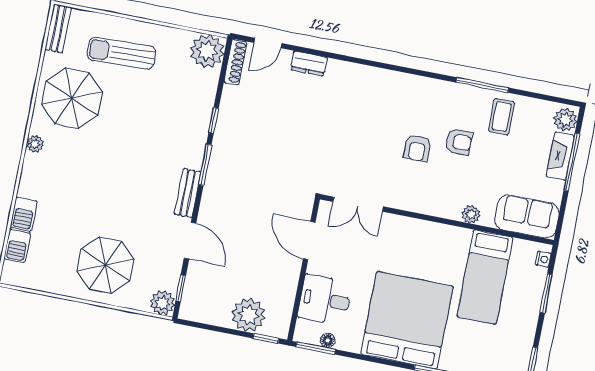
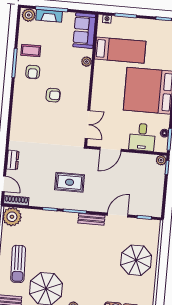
armchair: (459, 142) -> (33, 72), moved, turned 180
rug: (258, 161) -> (70, 182), added
plant: (163, 303) -> (153, 226), removed
plant: (249, 315) -> (161, 160), moved, width x0.53, depth x0.53

